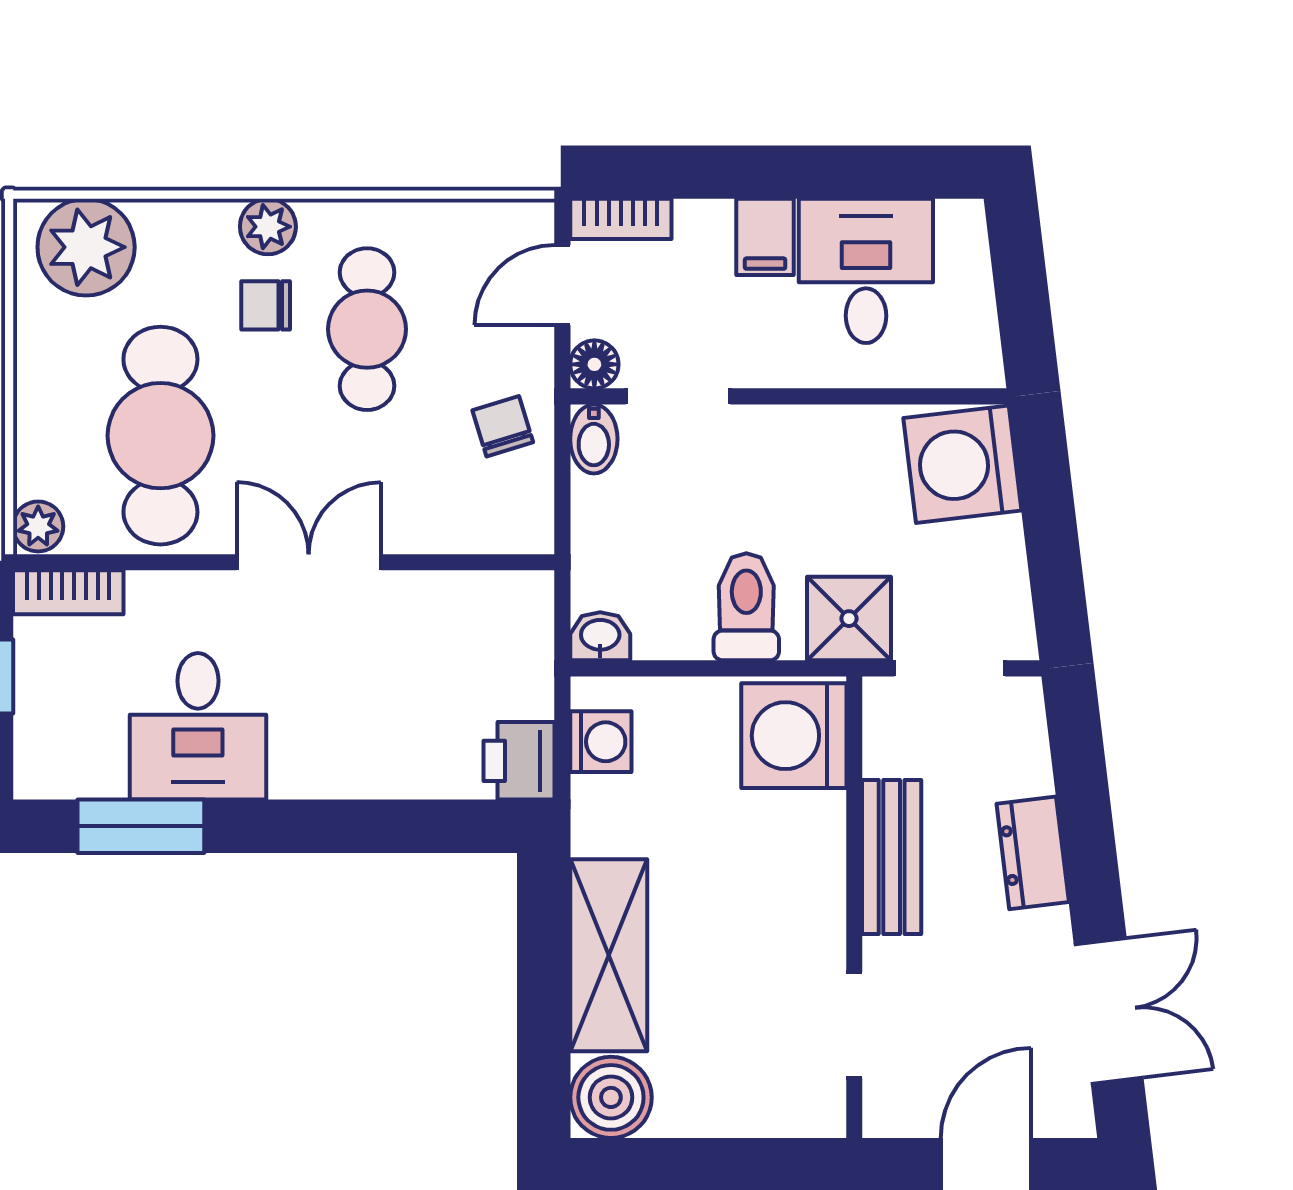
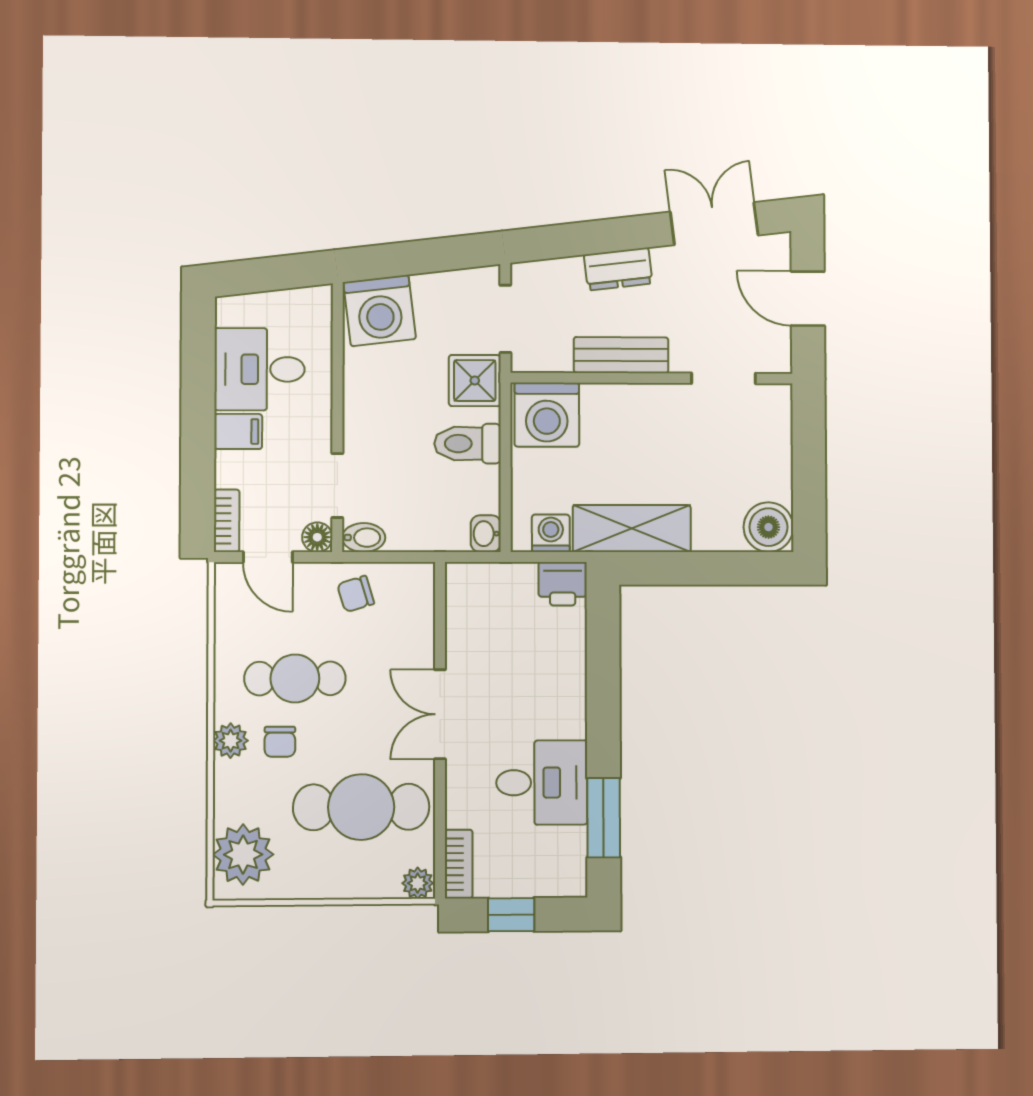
shelving: (609, 955) -> (632, 528), moved

